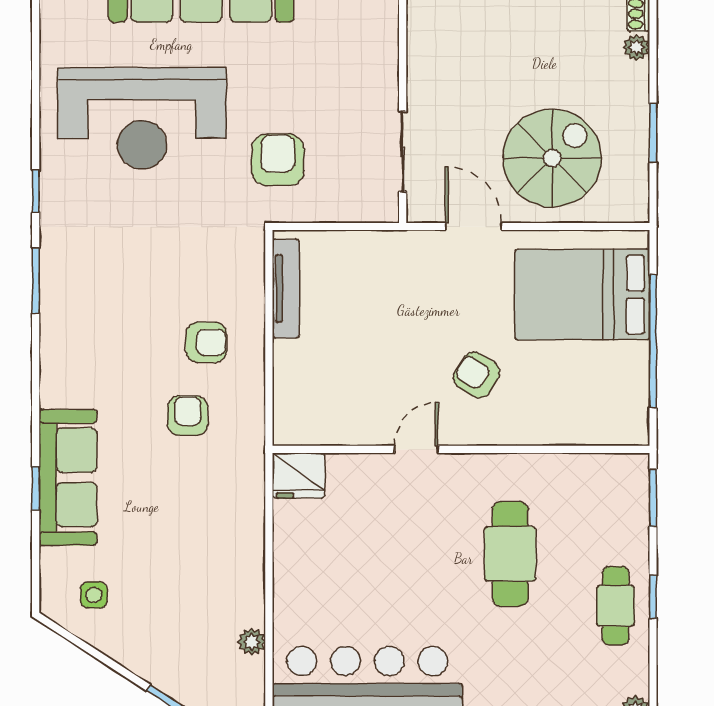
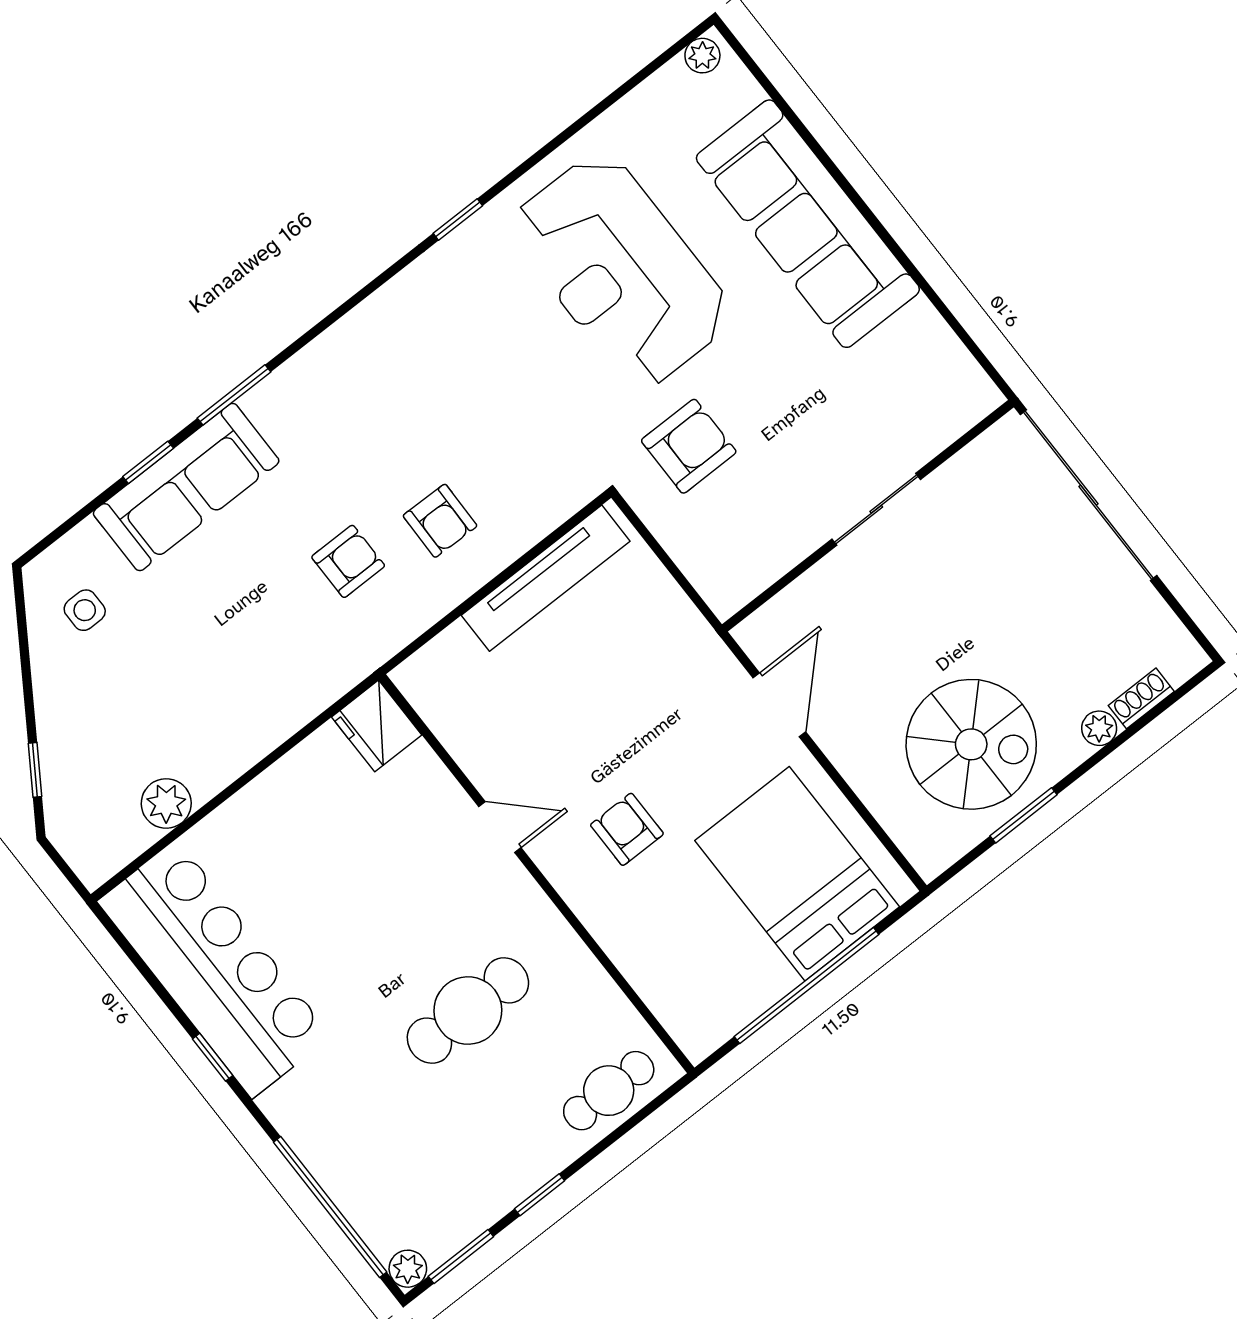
sliding door: (403, 152) -> (876, 509), moved
spiral stairs: (552, 158) -> (971, 744), moved
window: (36, 281) -> (234, 395), moved
tv unit: (286, 288) -> (546, 578), width x1.36, depth x1.29
armchair: (477, 375) -> (627, 829), turned -32
window: (653, 498) -> (461, 1256), moved
cafe table: (616, 606) -> (609, 1091), moved
plant: (252, 642) -> (166, 803), width x1.38, depth x1.38

